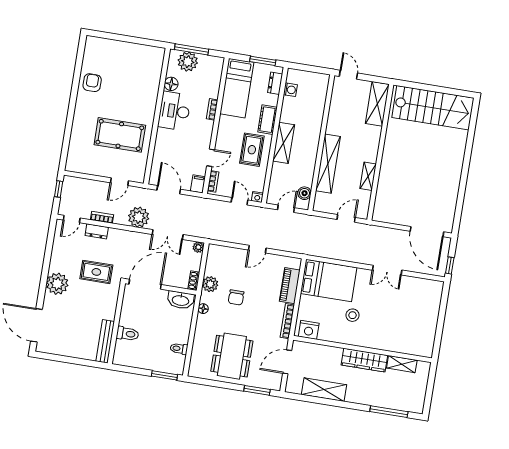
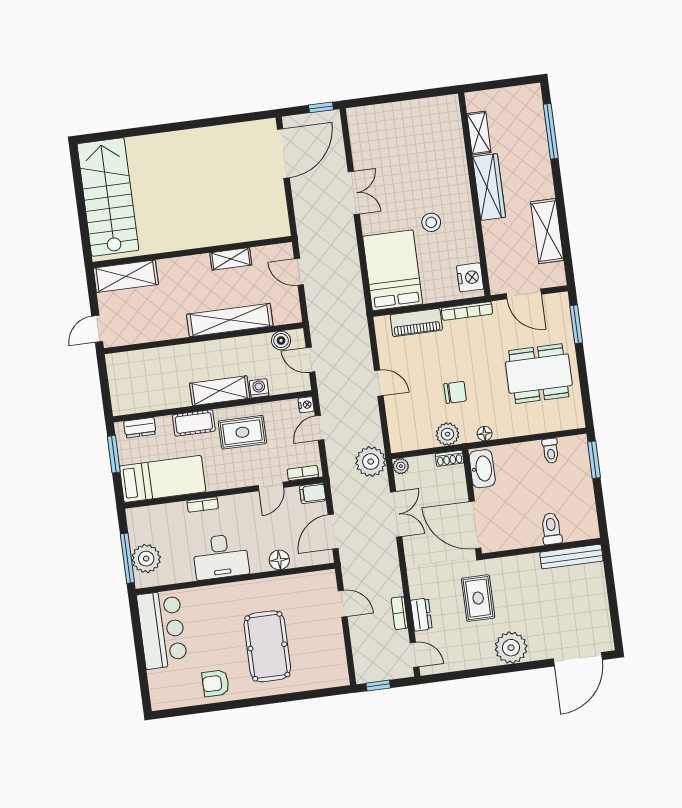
bar counter: (138, 58) -> (162, 630), added
floor lamp: (171, 84) -> (279, 560), moved
washing machine: (290, 90) -> (259, 388), moved
pool table: (120, 135) -> (267, 646), moved
door: (211, 158) -> (271, 486), swing flipped
plant: (139, 217) -> (371, 462), moved

